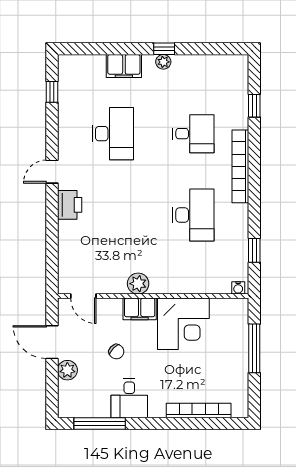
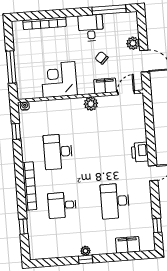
filing cabinet: (124, 66) -> (128, 245), moved
door: (83, 296) -> (126, 93), hinge flipped
filing cabinet: (140, 309) -> (105, 86), moved

